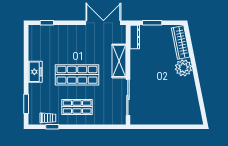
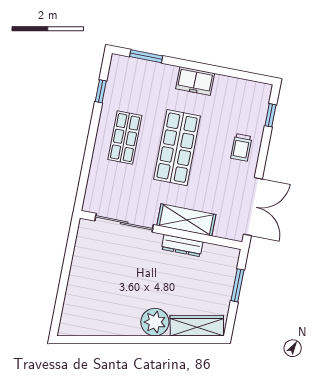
dresser: (135, 37) -> (182, 246), moved
trolley: (48, 118) -> (241, 147), moved

